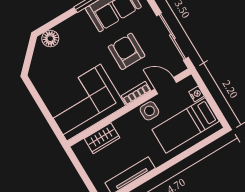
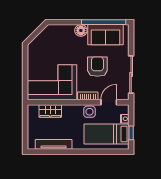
floor lamp: (50, 39) -> (81, 31), moved
door: (166, 86) -> (109, 102), hinge flipped
window: (214, 106) -> (131, 133), added

